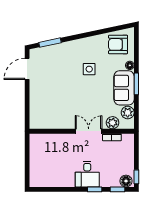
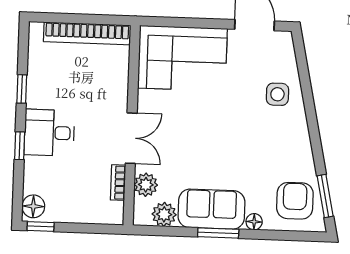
window: (50, 43) -> (325, 196), moved
side table: (89, 69) -> (277, 94), moved
corner sofa: (46, 106) -> (182, 58), added
bookcase: (35, 156) -> (87, 33), added
window: (118, 189) -> (22, 89), moved

